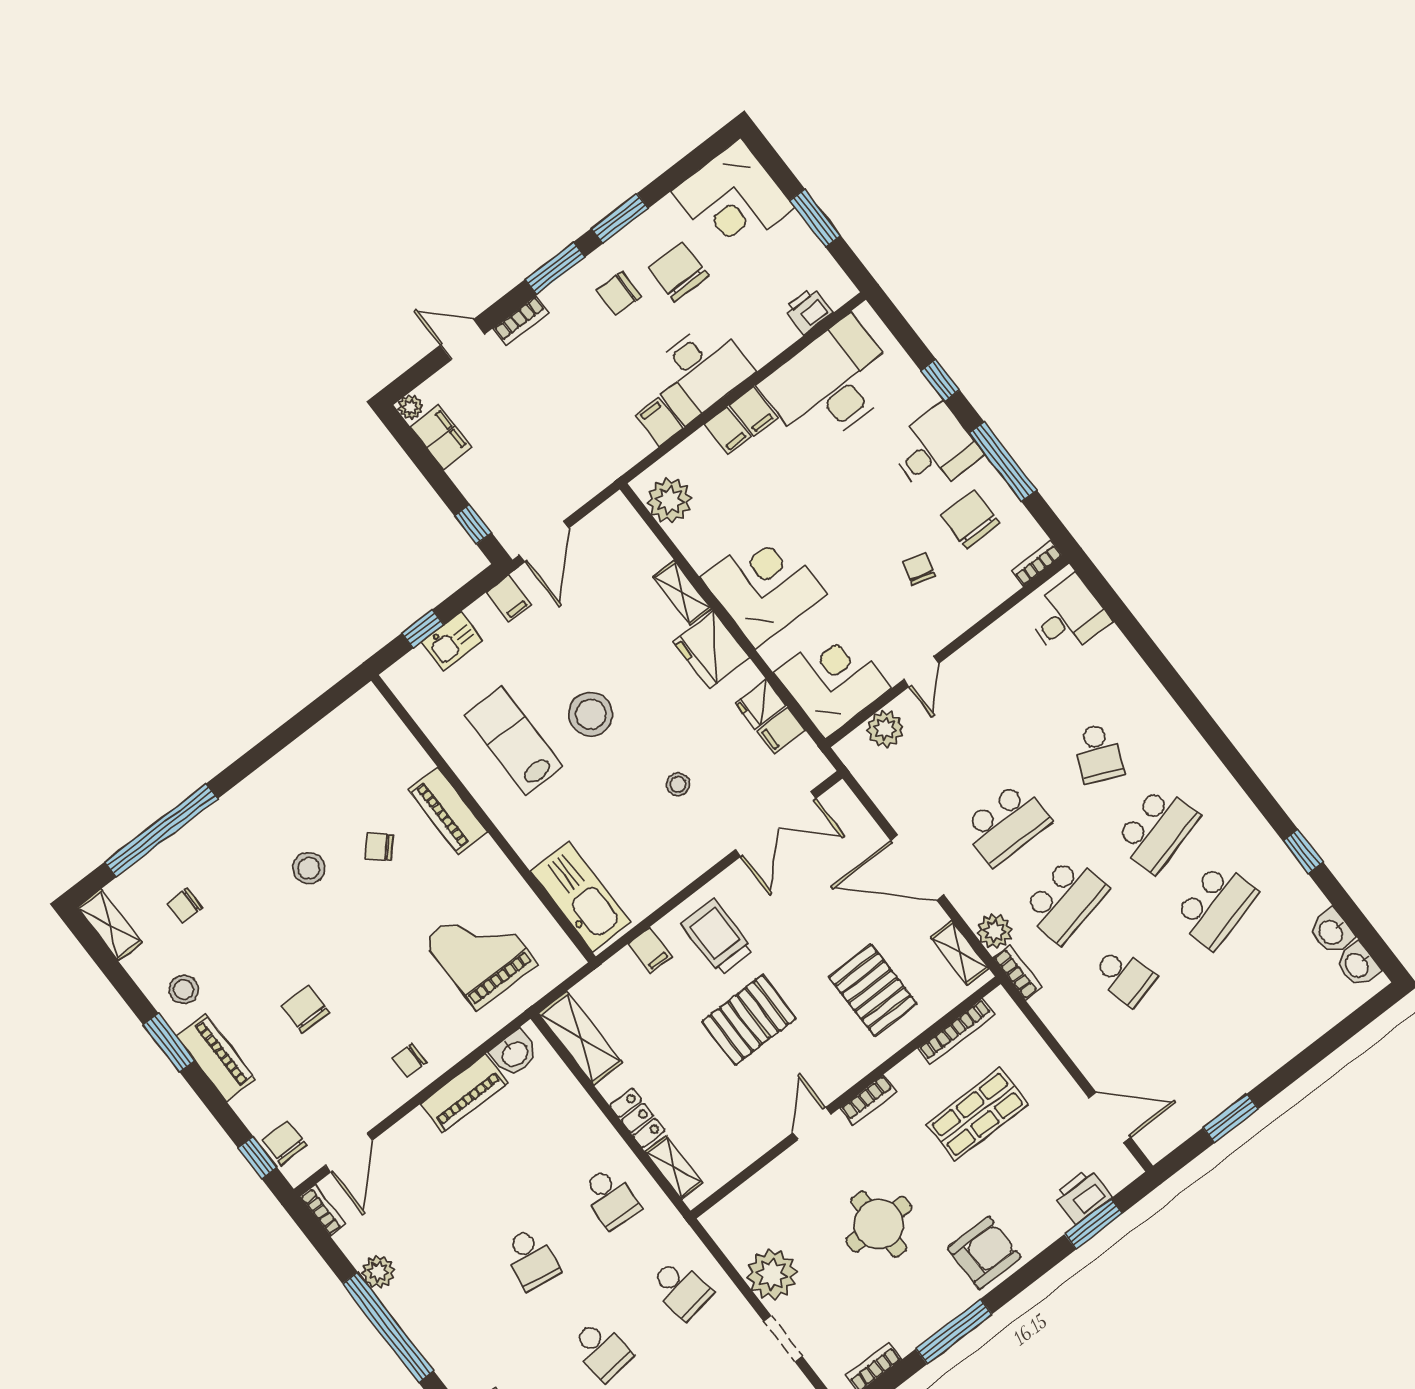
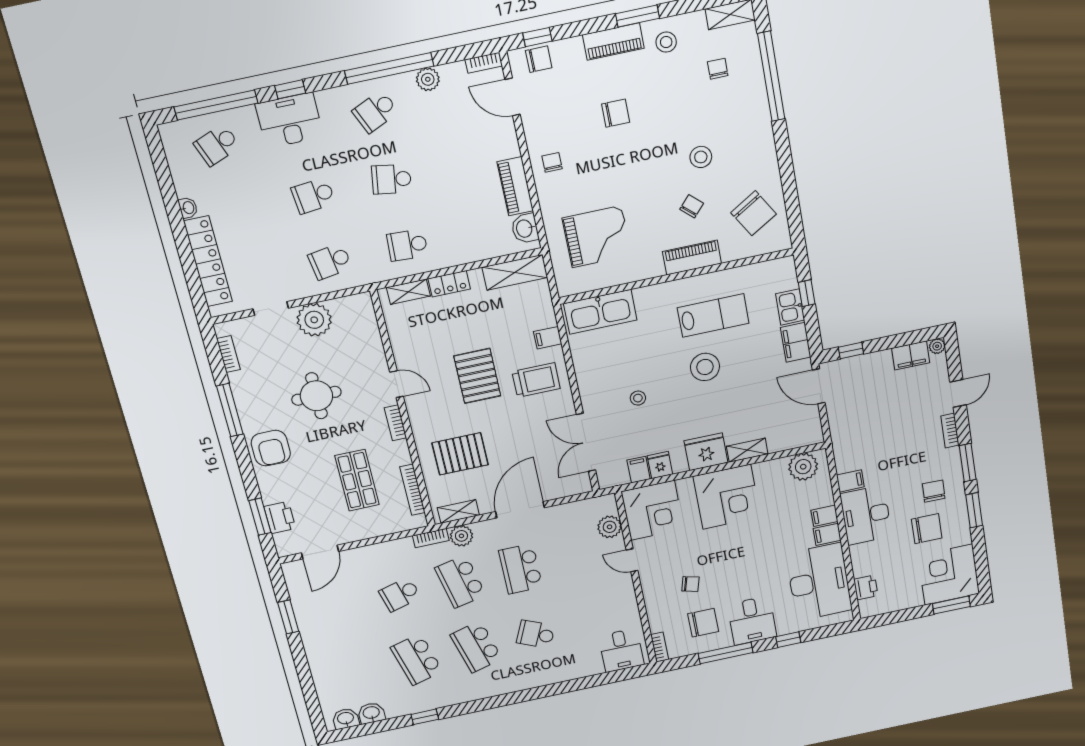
window: (815, 218) -> (951, 605), moved
filing cabinet: (509, 599) -> (796, 342), width x2.00
chair: (349, 759) -> (754, 213), added
school desk: (452, 1320) -> (375, 112), added

